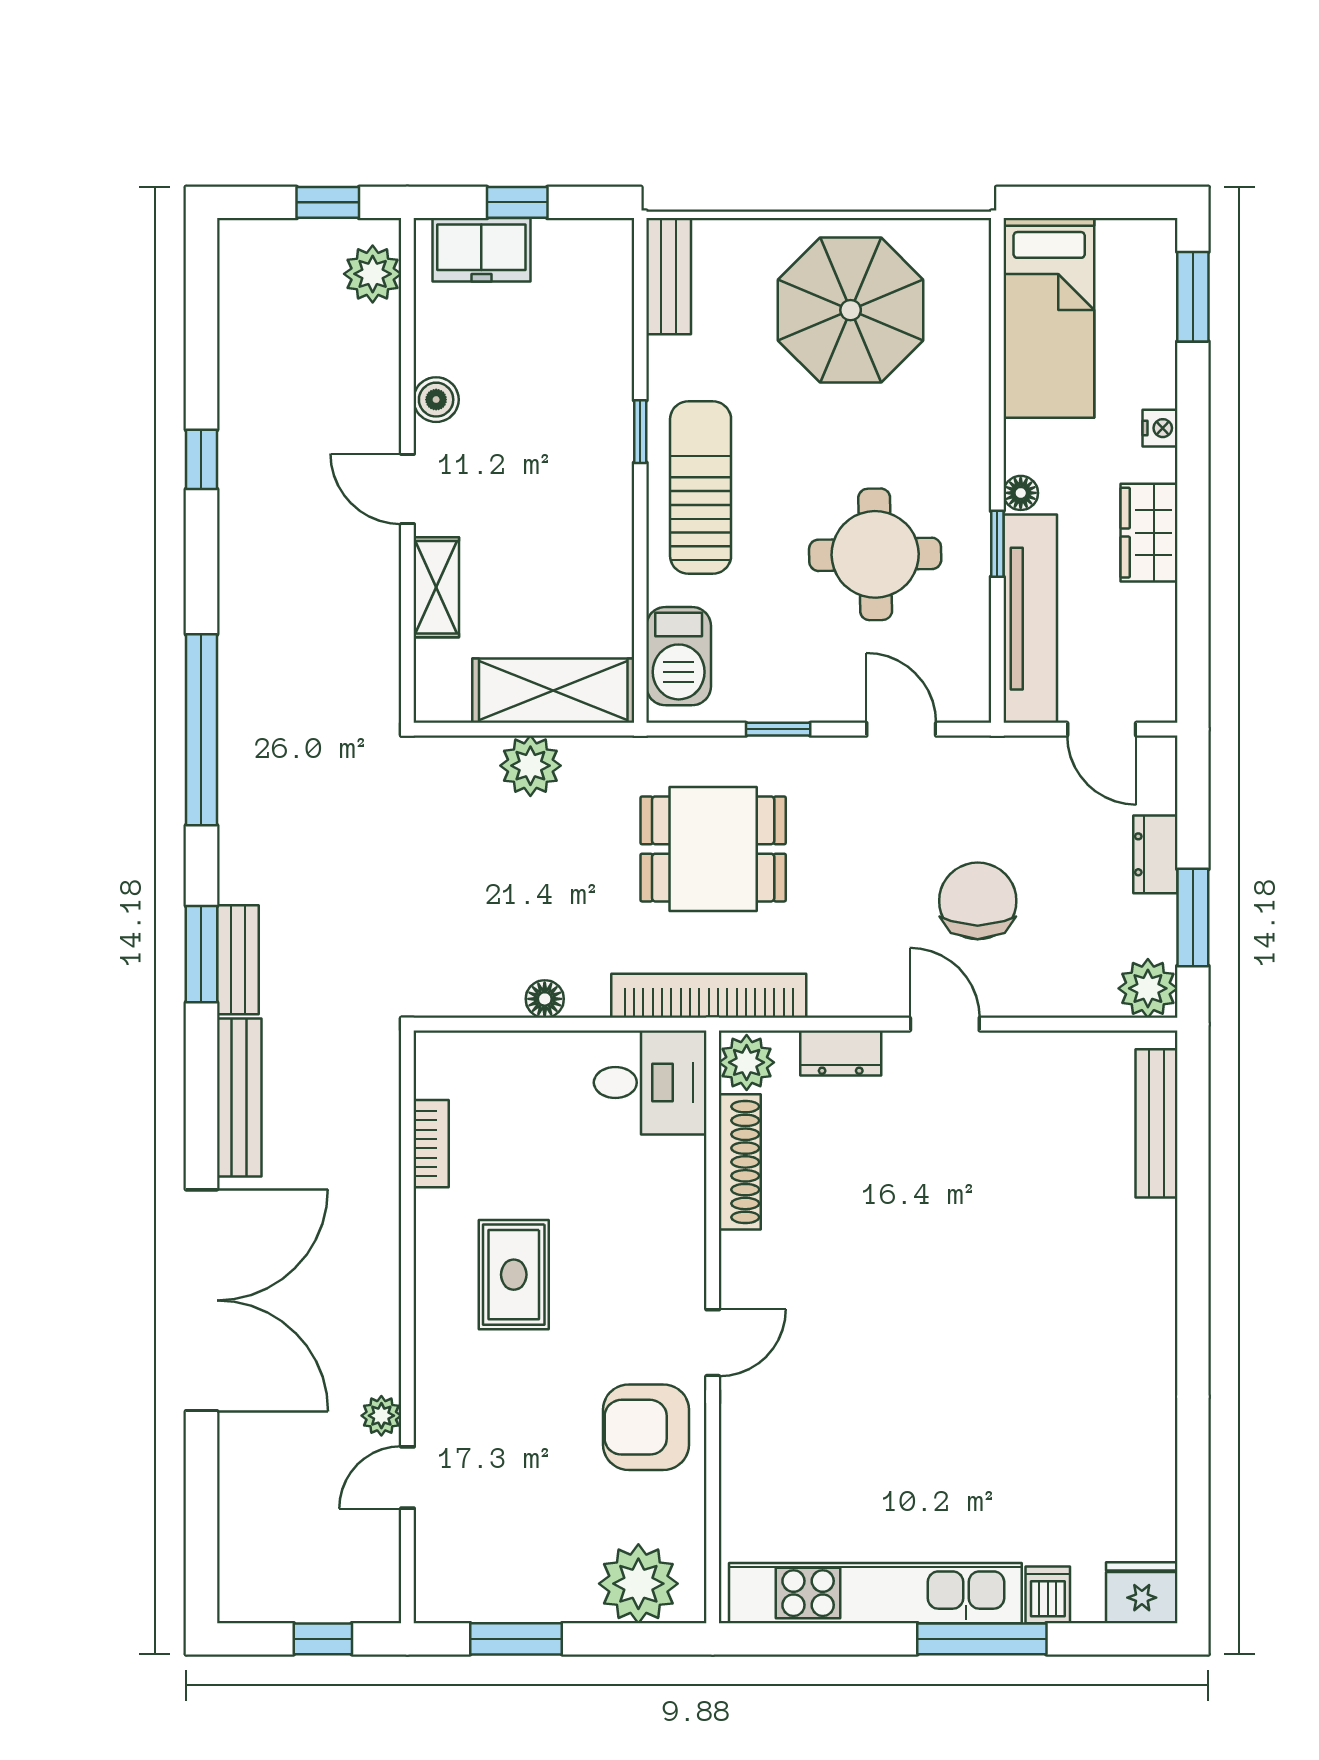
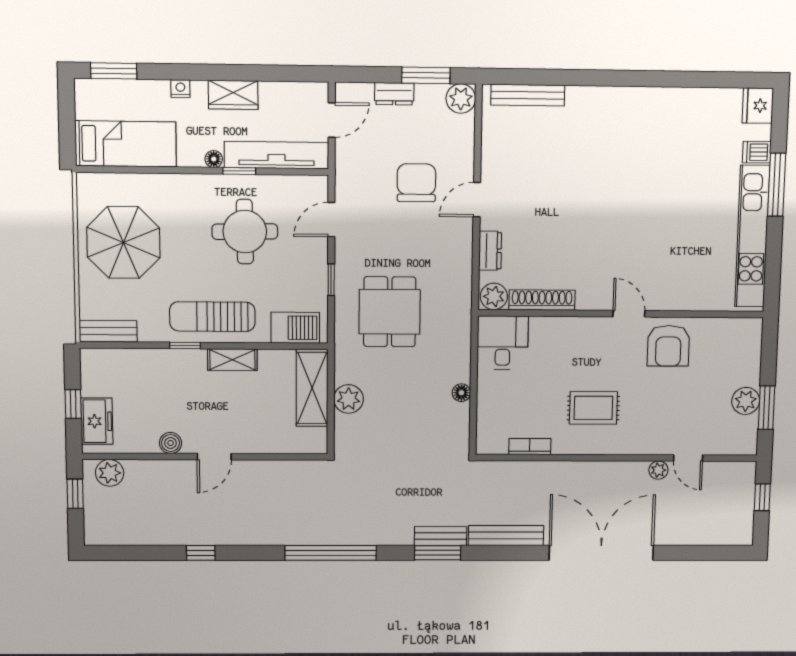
shelving: (436, 587) -> (232, 360), moved
chair: (978, 901) -> (416, 183), turned 90
bookcase: (709, 996) -> (461, 314), removed
plant: (638, 1584) -> (746, 401), moved, width x0.73, depth x0.73

